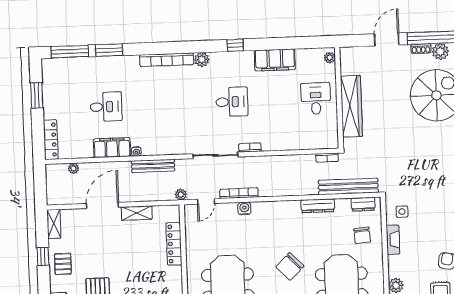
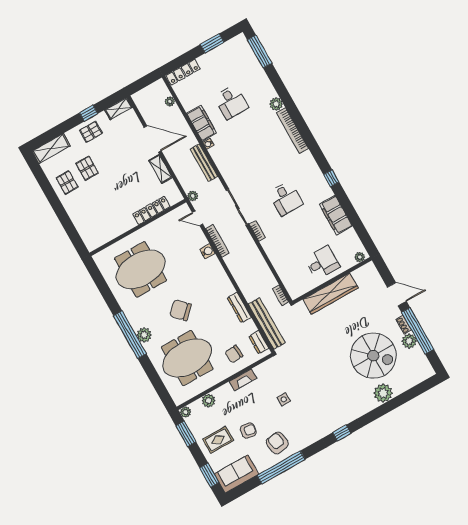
window: (109, 50) -> (277, 82), removed
plant: (202, 60) -> (276, 104), moved
side table: (402, 212) -> (284, 399), moved

